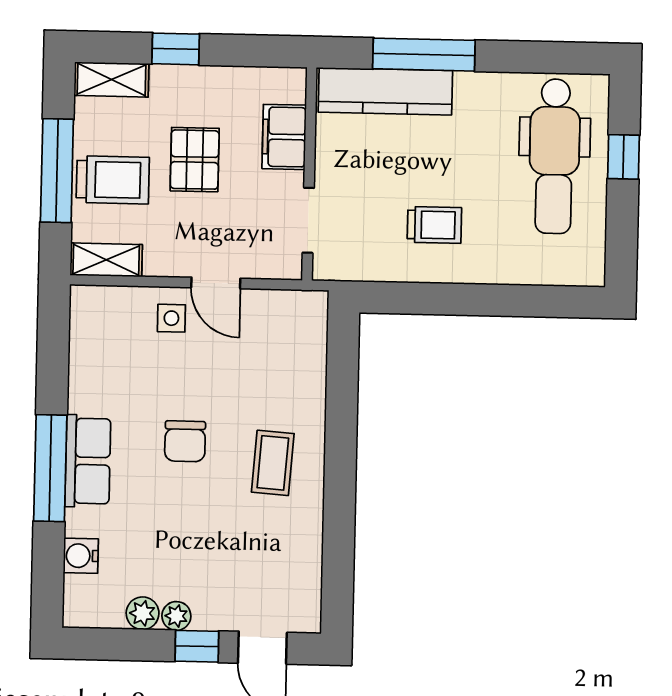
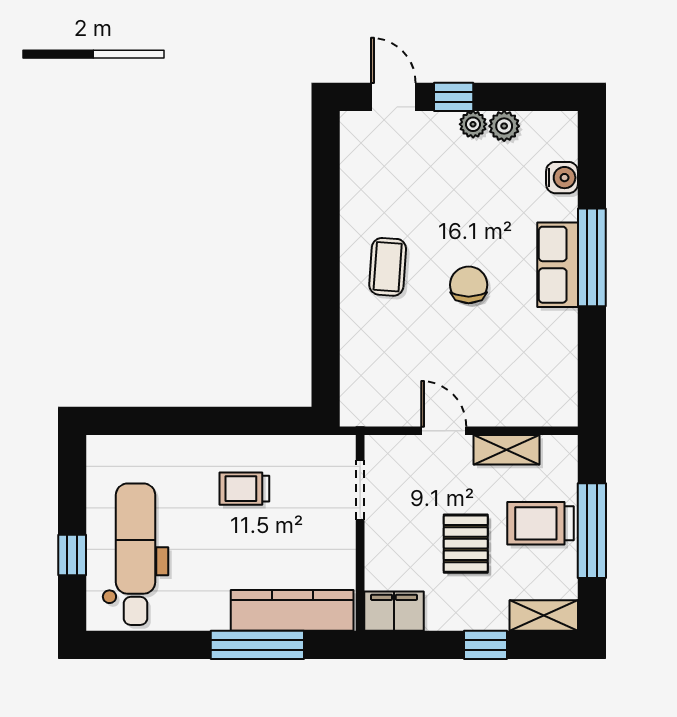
filing cabinet: (284, 137) -> (394, 611), moved, turned -90
shelving: (106, 260) -> (507, 450), moved
side table: (171, 318) -> (484, 398), removed

